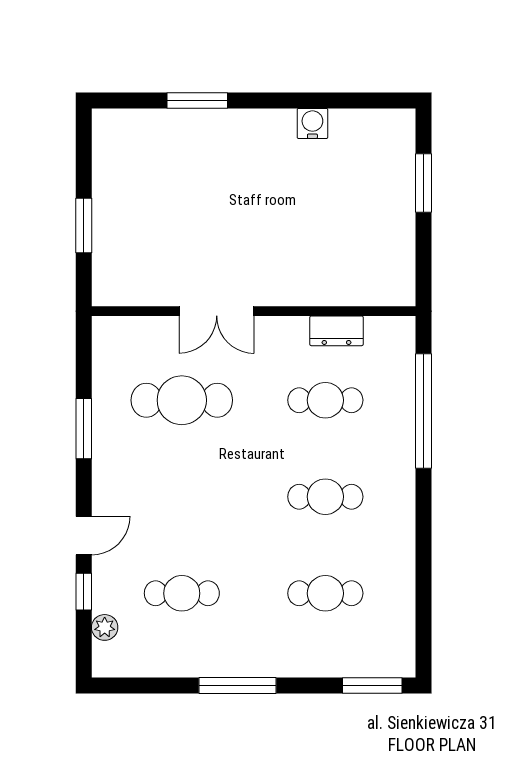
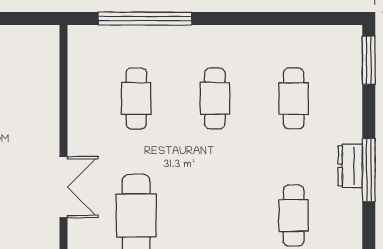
dresser: (336, 331) -> (350, 166), moved, turned 180

